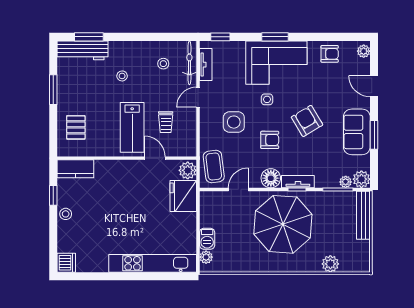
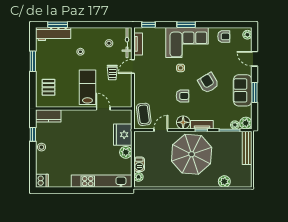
trolley: (166, 122) -> (112, 72), moved
side table: (234, 122) -> (158, 84), removed
lab bench: (132, 127) -> (87, 87), turned 180
plant: (188, 170) -> (126, 152), moved

